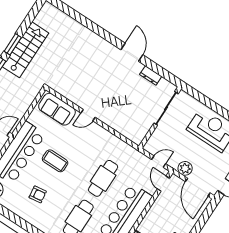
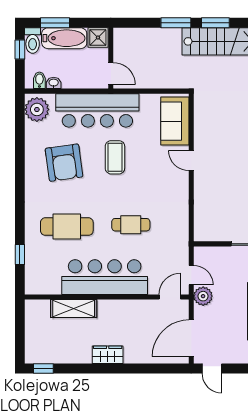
plant: (185, 168) -> (203, 296), moved
cafe table: (103, 178) -> (131, 225), width x0.73, depth x0.74
armchair: (38, 194) -> (64, 163), width x1.88, depth x1.88

